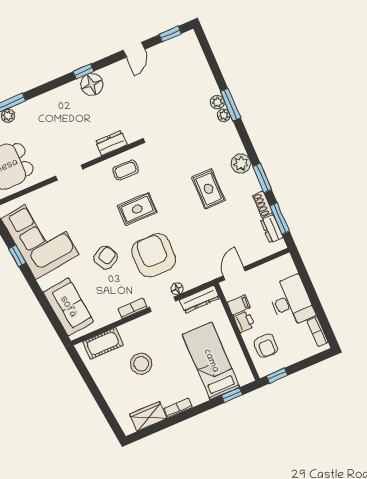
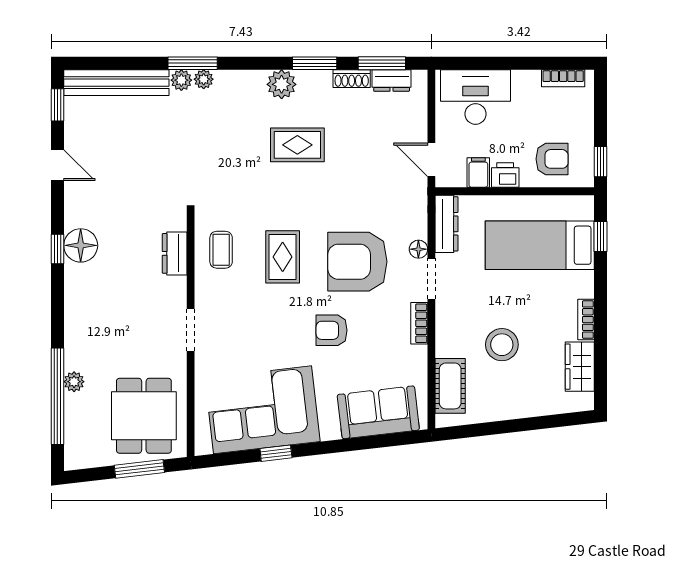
bench: (199, 64) -> (116, 83), added
armchair: (106, 258) -> (332, 330), turned -61
desk: (291, 301) -> (476, 97), moved

